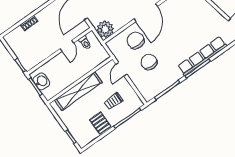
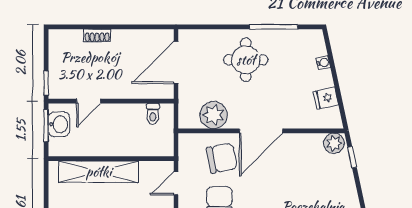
plant: (105, 29) -> (214, 115), moved
chair: (136, 40) -> (222, 158), turned 79
door: (67, 46) -> (89, 101), moved

